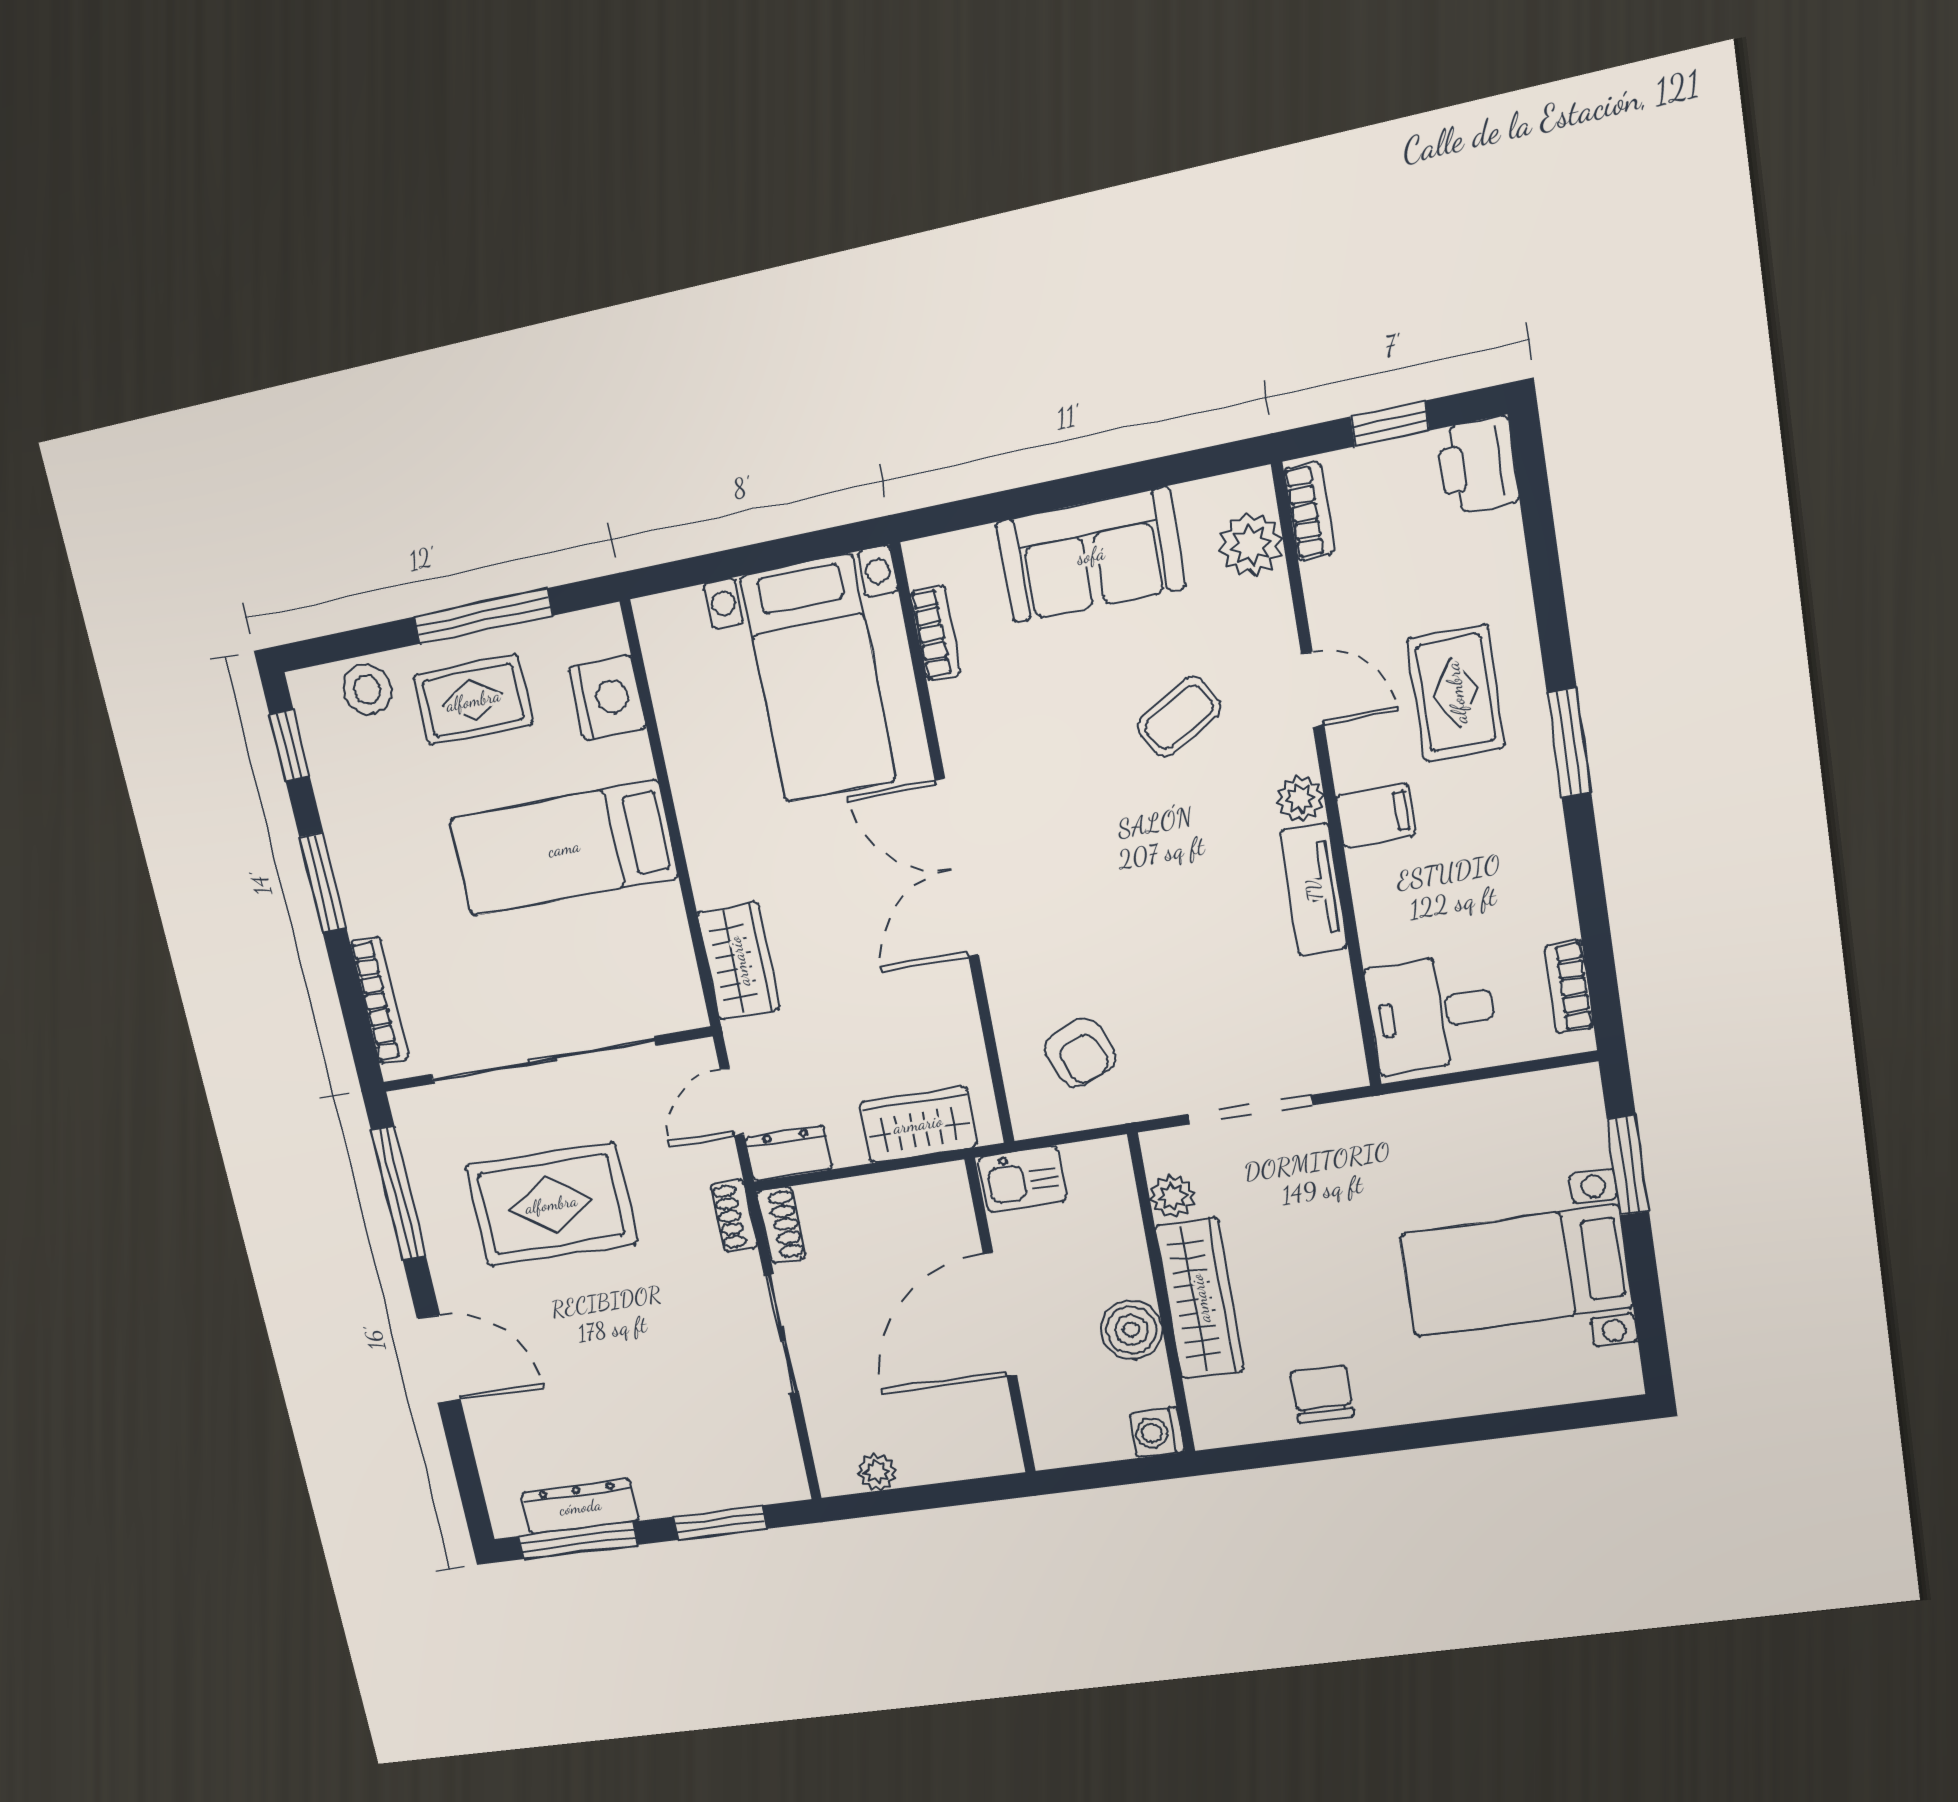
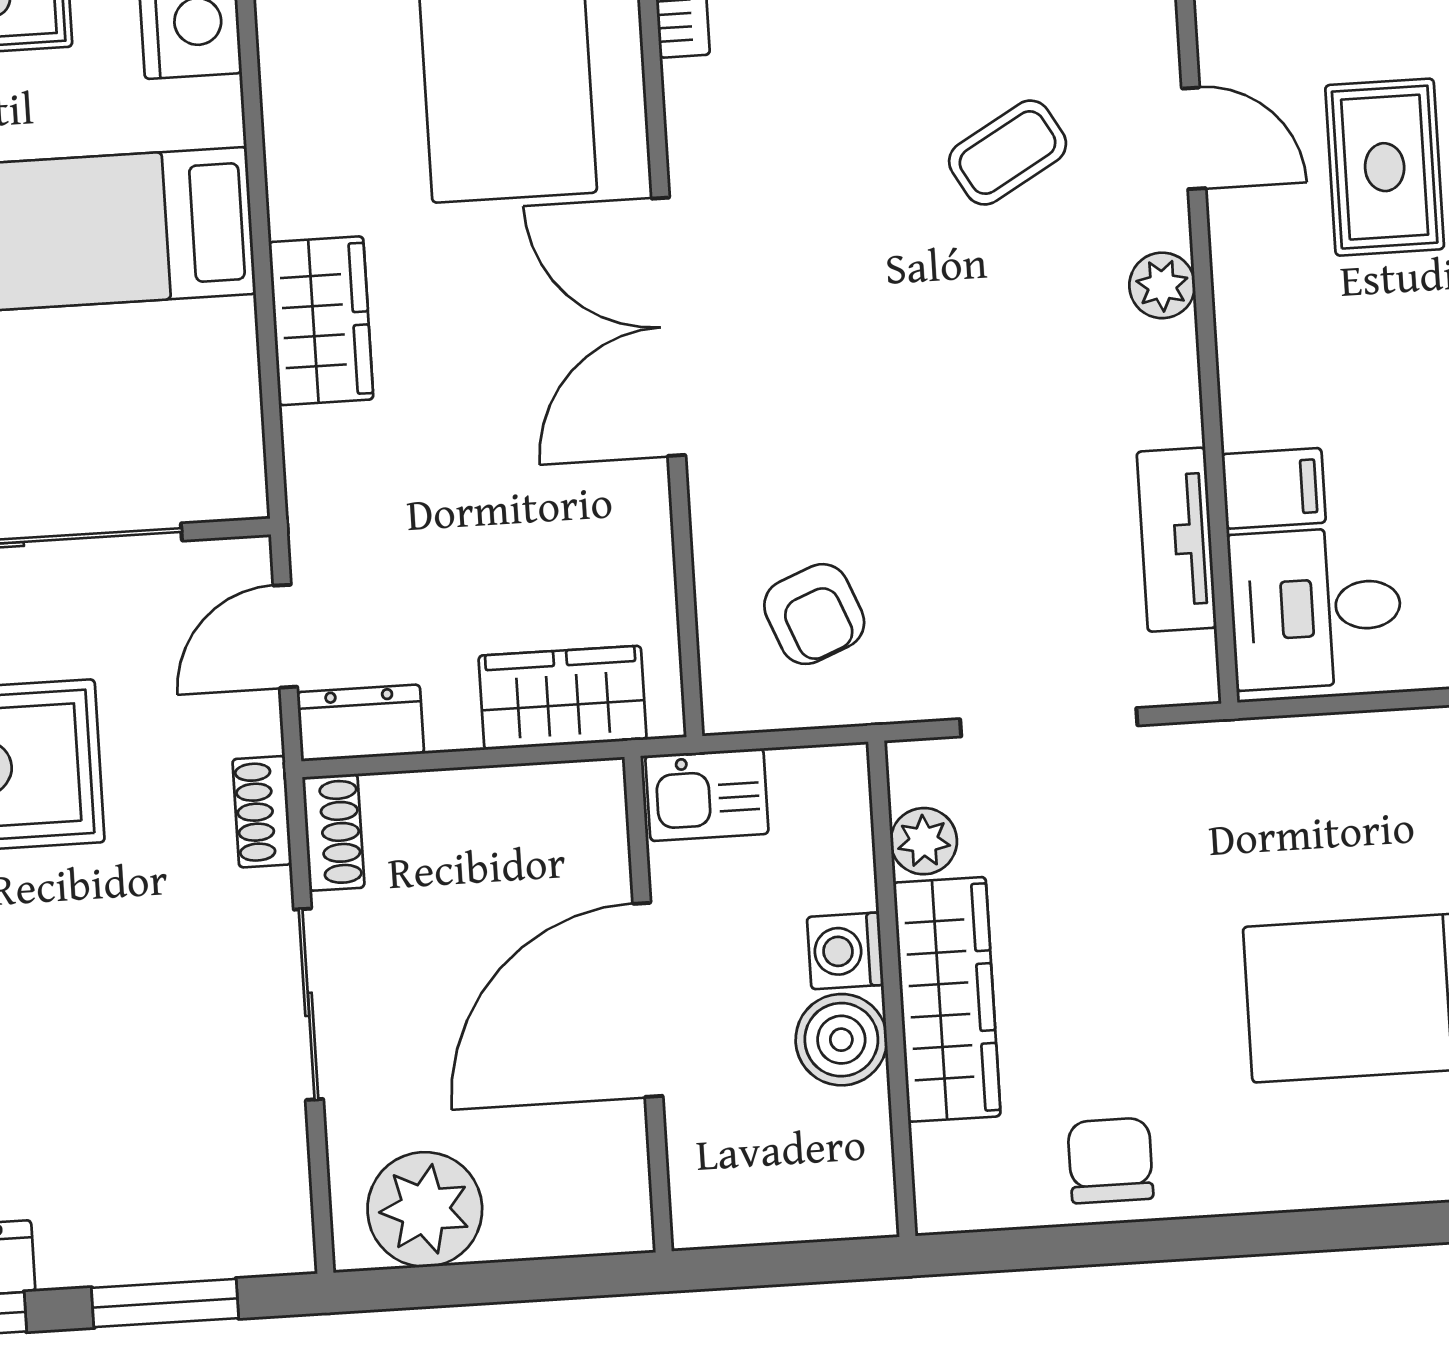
filing cabinet: (1376, 815) -> (1274, 488), moved
tv unit: (1314, 890) -> (1177, 540), moved
wardrobe: (739, 961) -> (321, 321), moved
washing machine: (1157, 1433) -> (845, 951), moved
plant: (877, 1472) -> (425, 1209), width x1.88, depth x1.88

